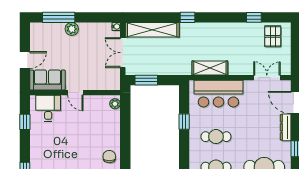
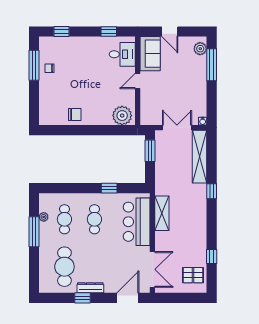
plant: (72, 29) -> (200, 49), moved
double door: (267, 78) -> (152, 269), width x1.37
plant: (115, 104) -> (122, 116), width x1.87, depth x1.87
dresser: (286, 127) -> (90, 288), moved

